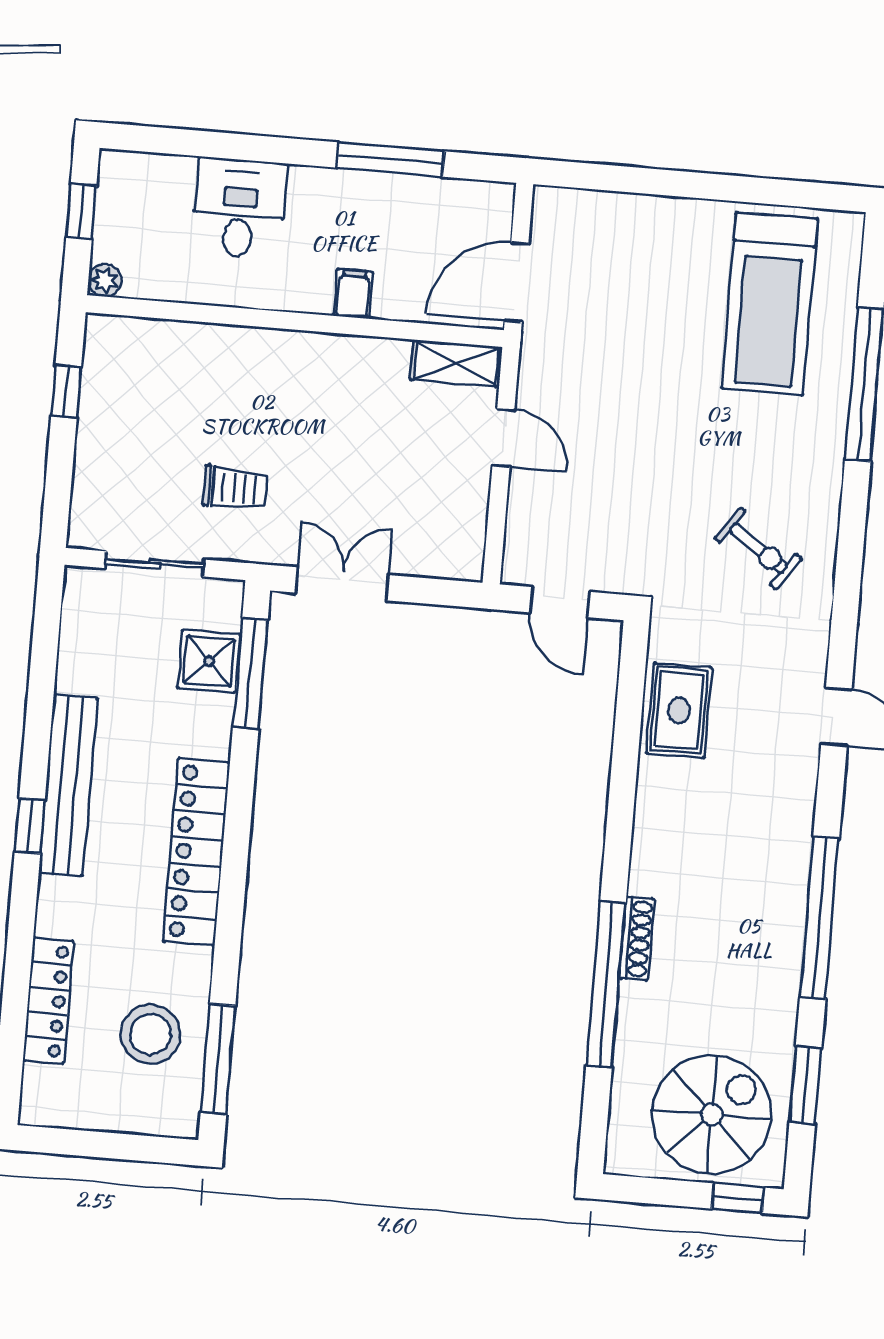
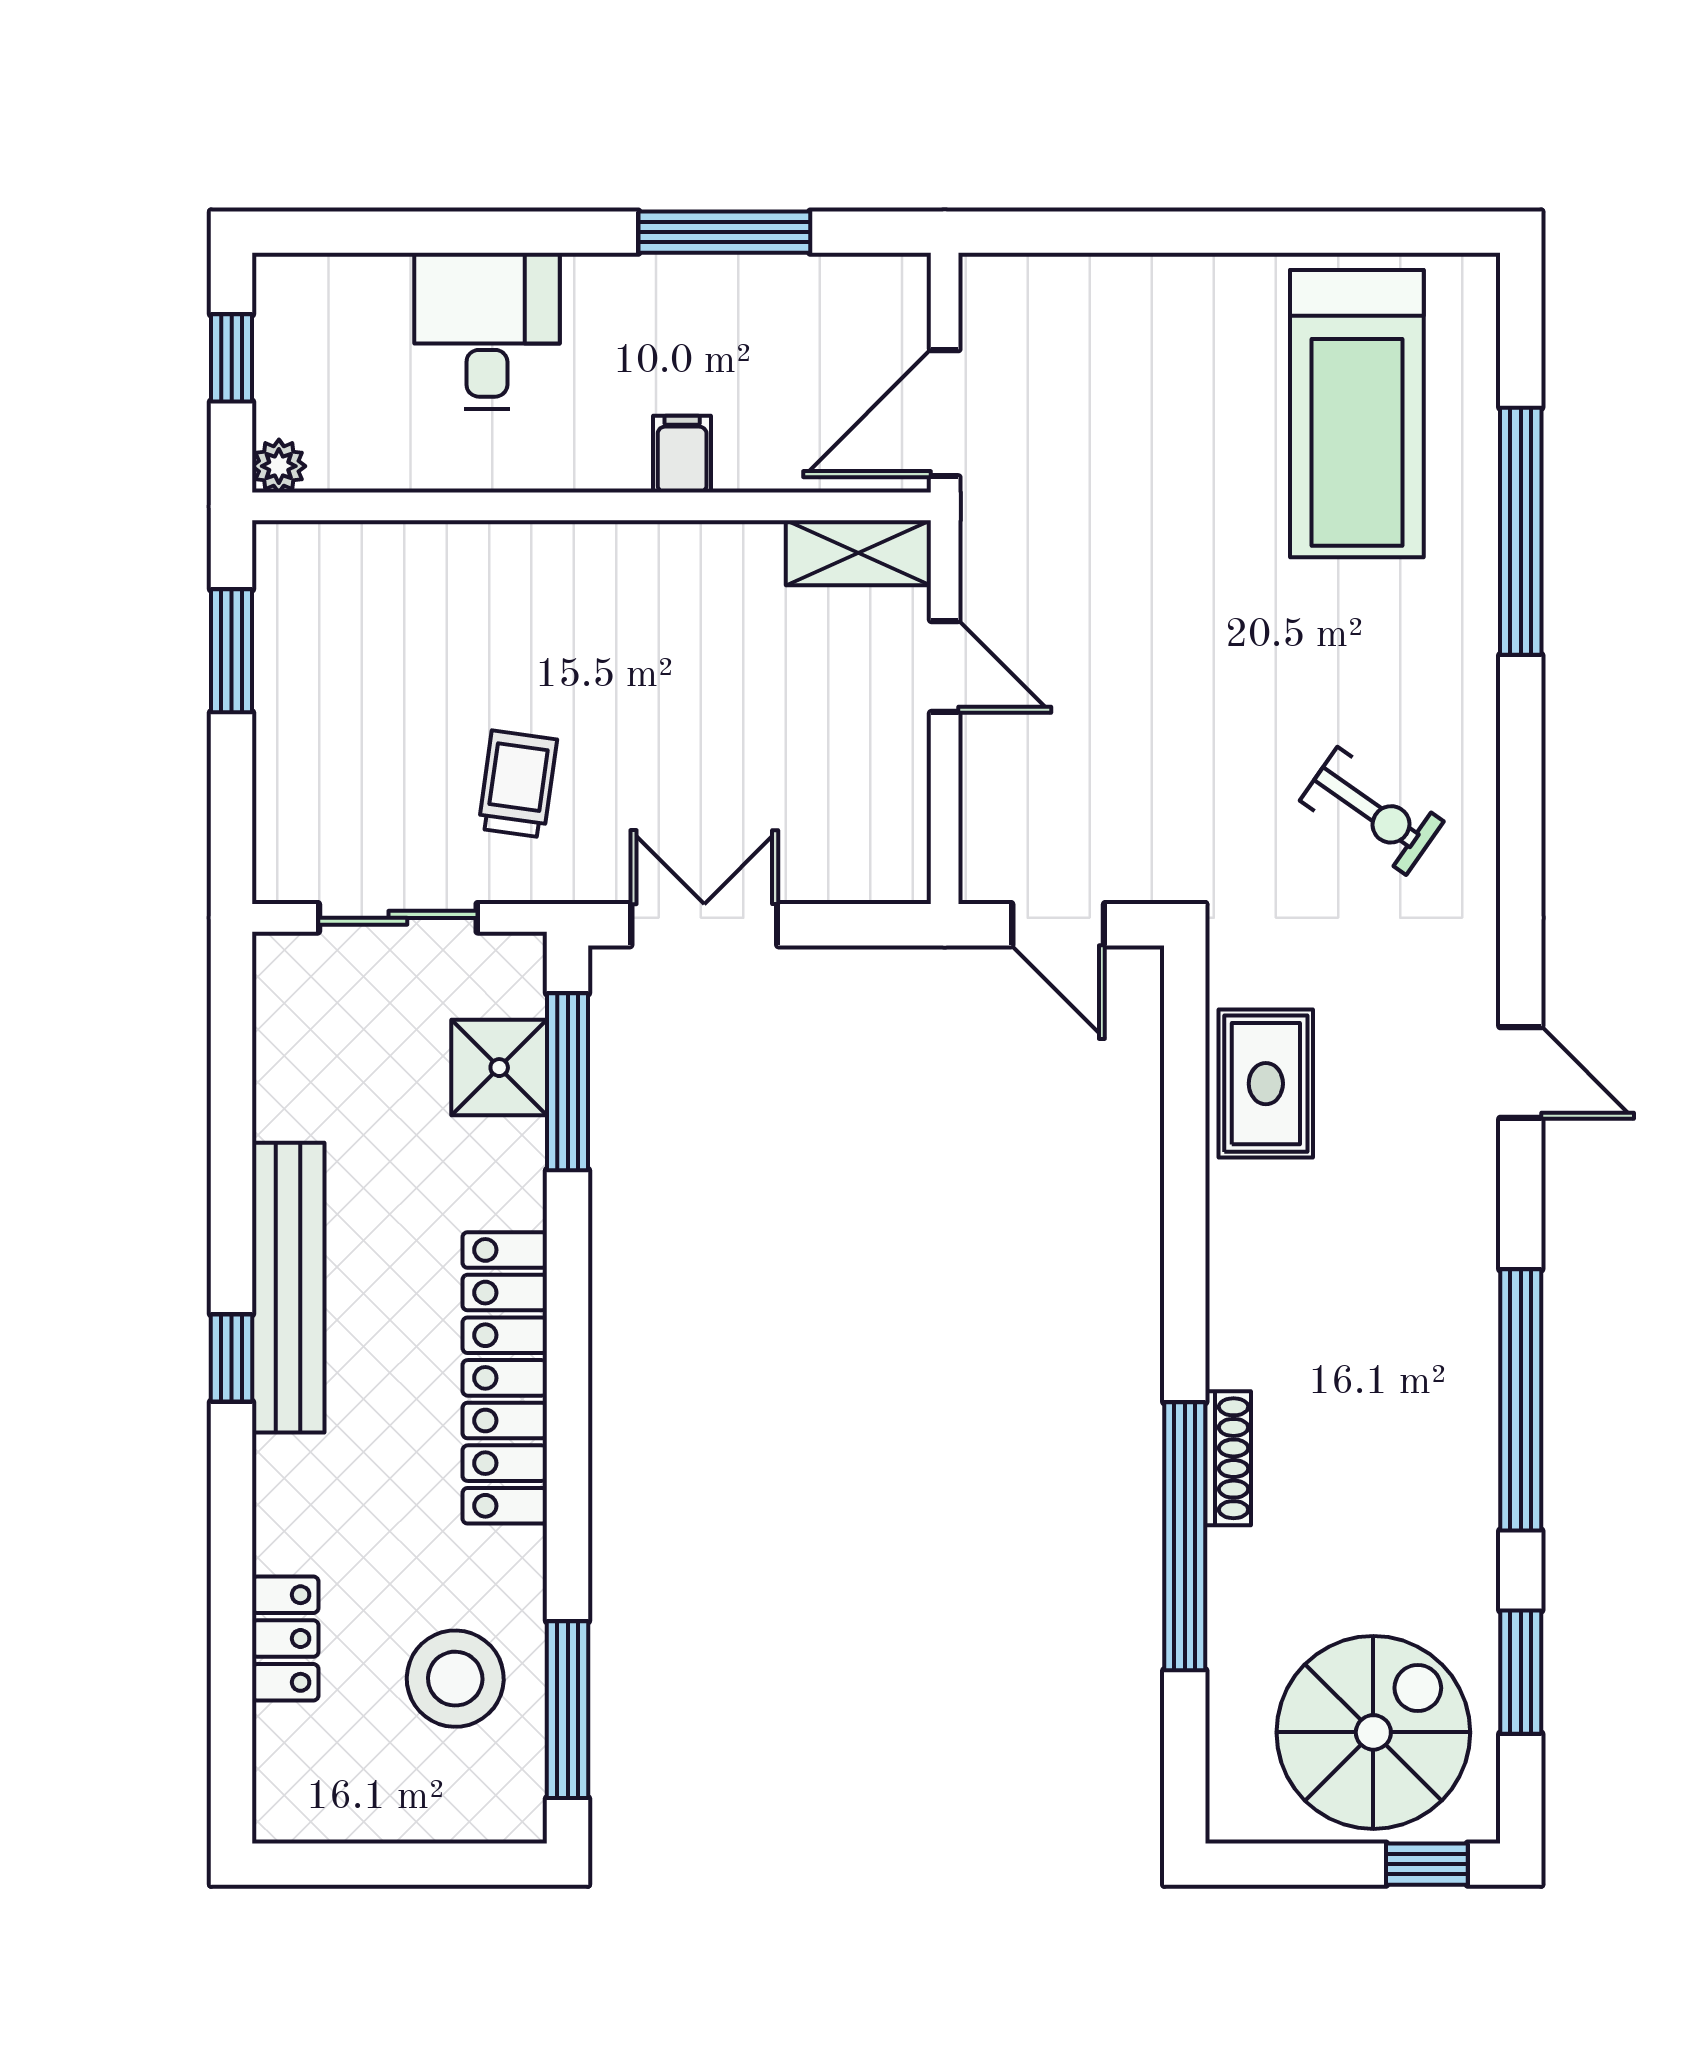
window: (66, 391) -> (232, 651), width x1.50
trolley: (235, 488) -> (518, 784), turned -82
locker: (48, 1001) -> (285, 1639), width x0.66

